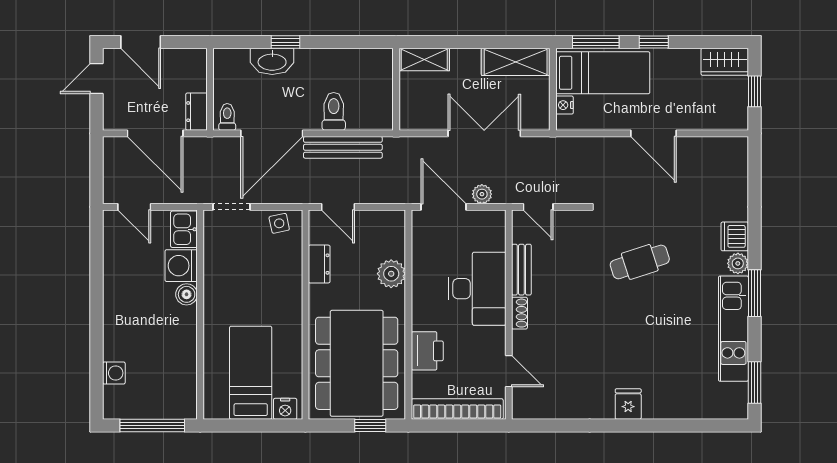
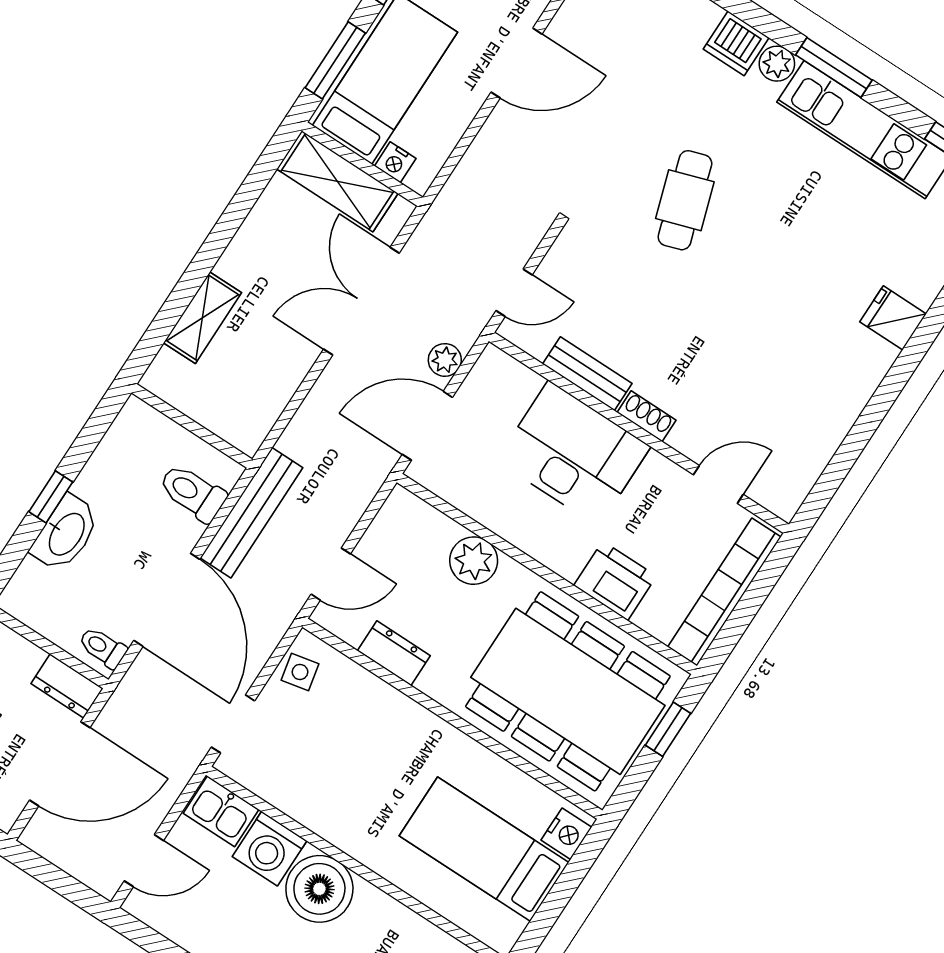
shelving: (516, 62) -> (337, 181), moved, turned 90
wall: (396, 89) -> (192, 426), moved
boiler: (187, 294) -> (319, 889), width x1.86, depth x1.86
fridge: (628, 404) -> (893, 318), moved

